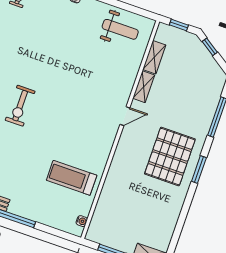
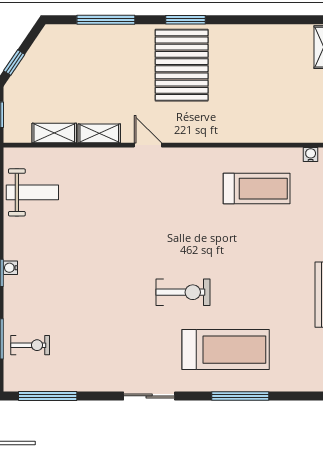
weight bench: (120, 29) -> (32, 192), turned 90
pallet: (170, 157) -> (182, 65), turned 90
treadmill: (72, 178) -> (257, 189), turned -90

